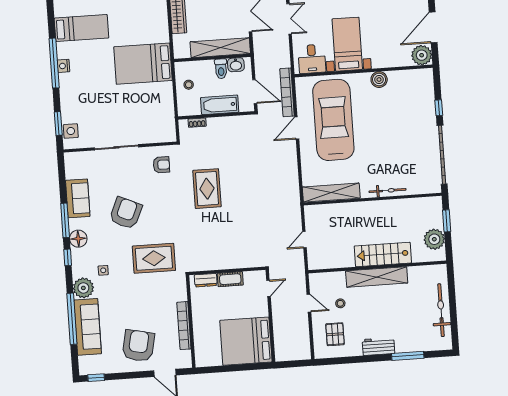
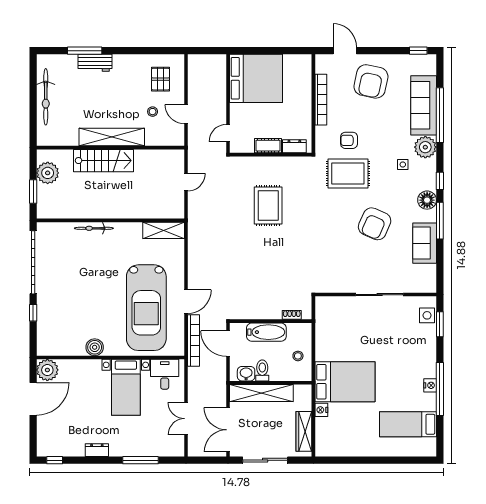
nightstand: (163, 36) -> (321, 410), added
armchair: (161, 165) -> (349, 140), moved
rug: (207, 189) -> (268, 206), moved
shelving: (331, 193) -> (164, 230), width x0.68
workbench: (378, 346) -> (95, 63), moved

